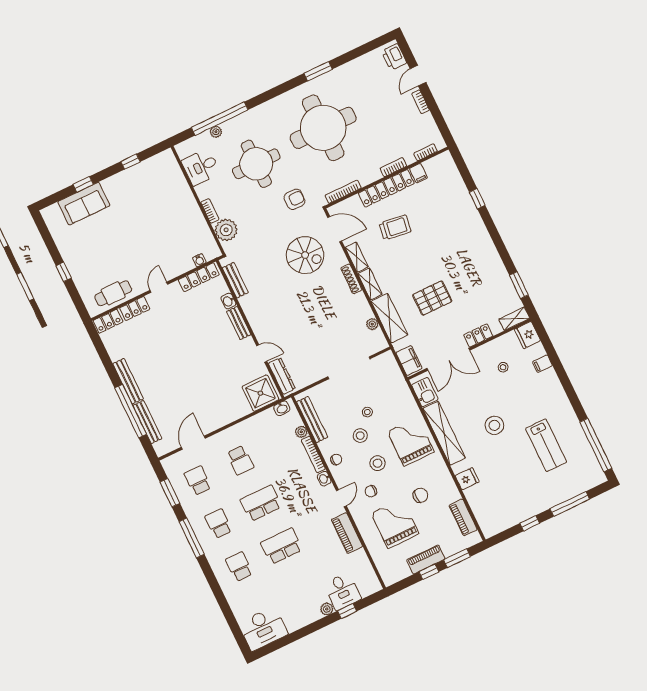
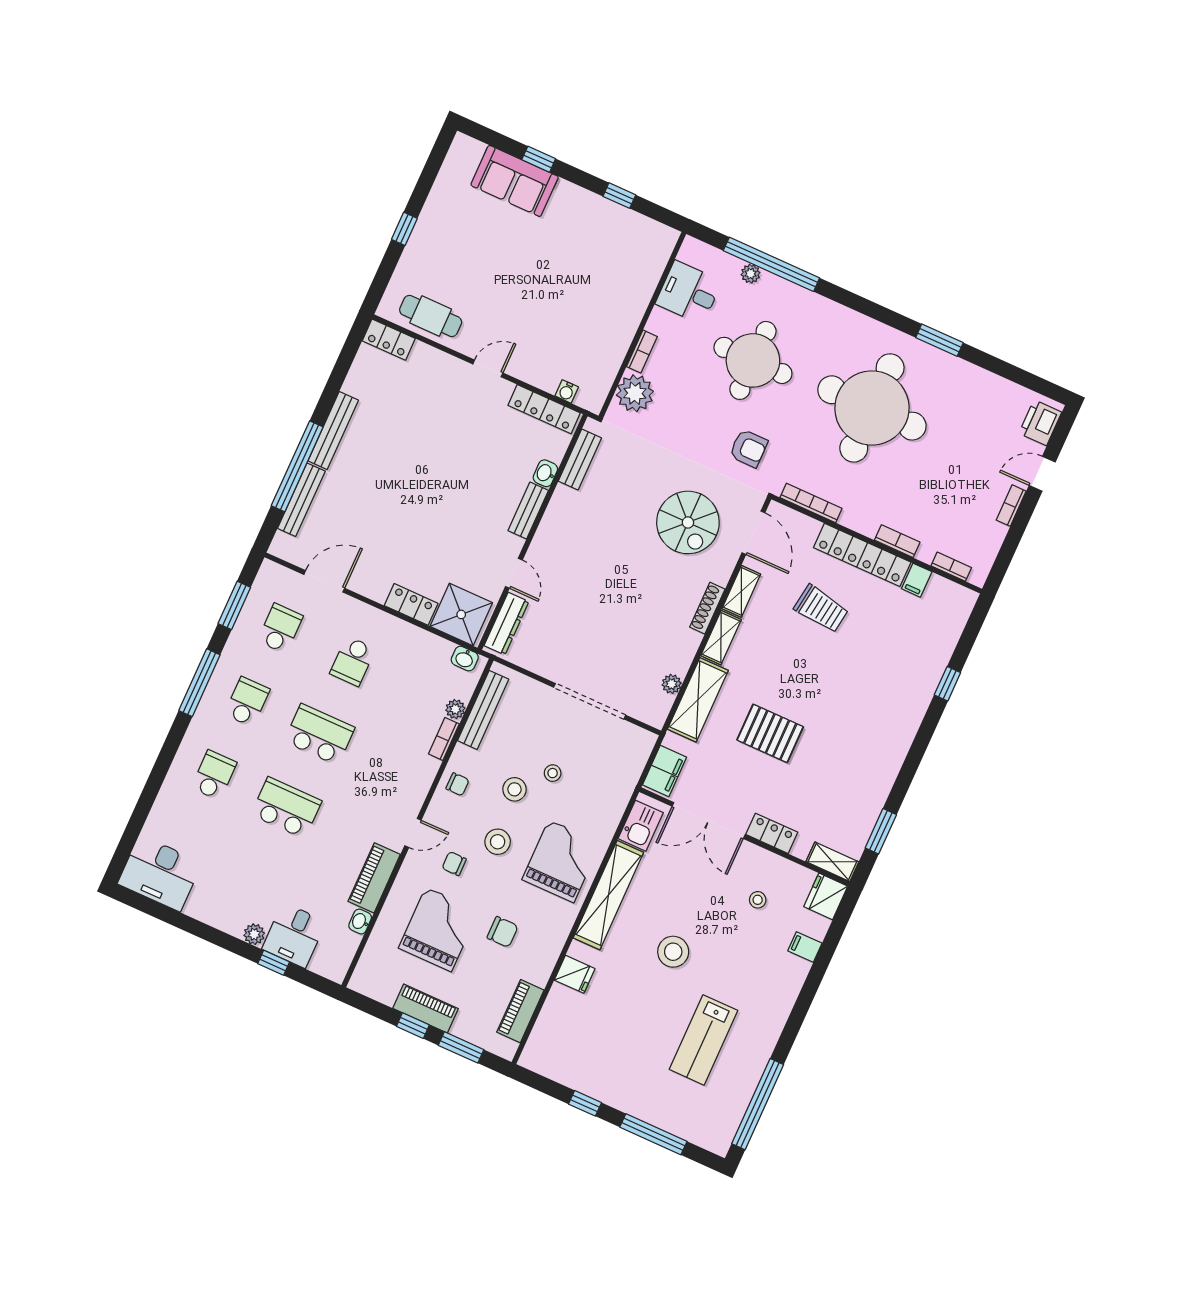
locker: (135, 308) -> (411, 604), moved, turned 180
bookcase: (313, 454) -> (444, 739), width x0.64
washbasin: (324, 479) -> (360, 922), moved

